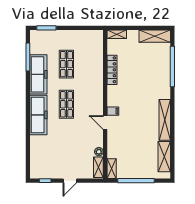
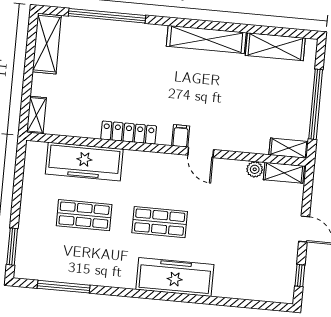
locker: (112, 70) -> (129, 133), moved
freezer: (38, 74) -> (84, 162), moved, turned 180
door: (105, 122) -> (201, 152), hinge flipped

